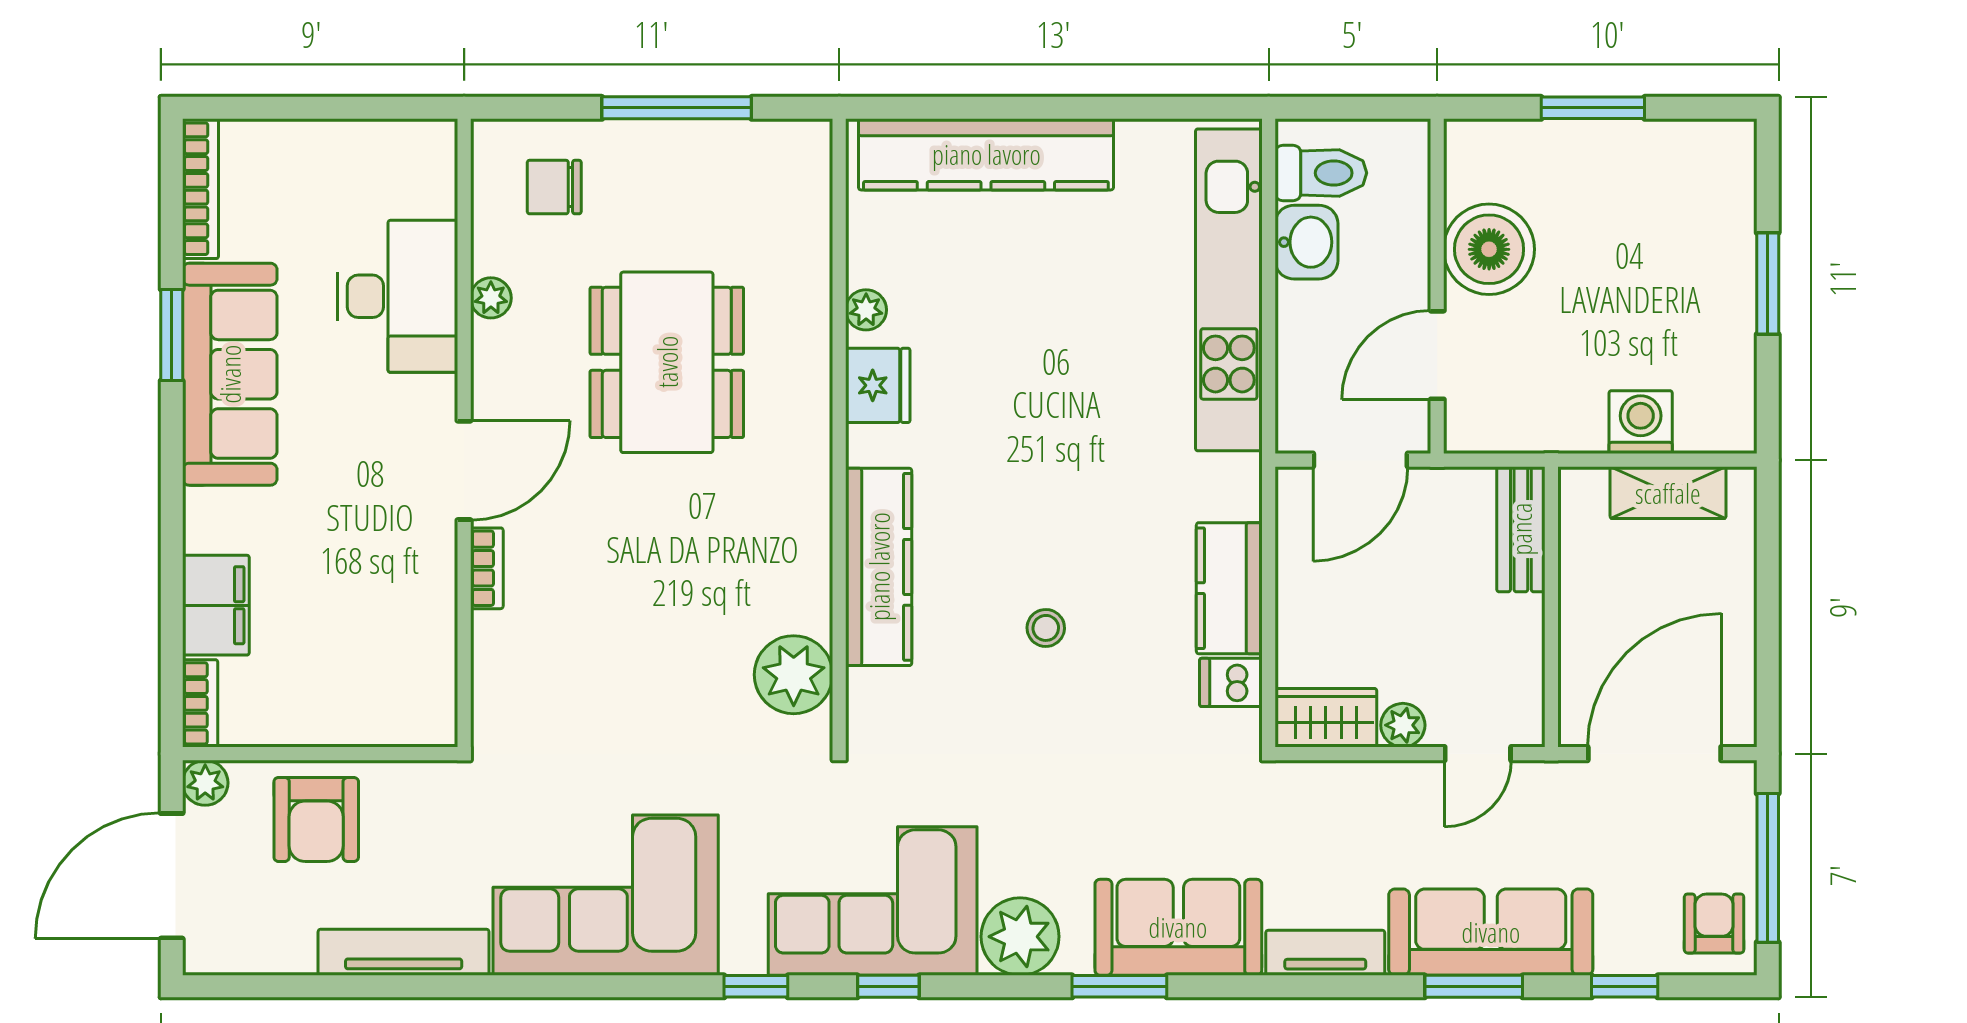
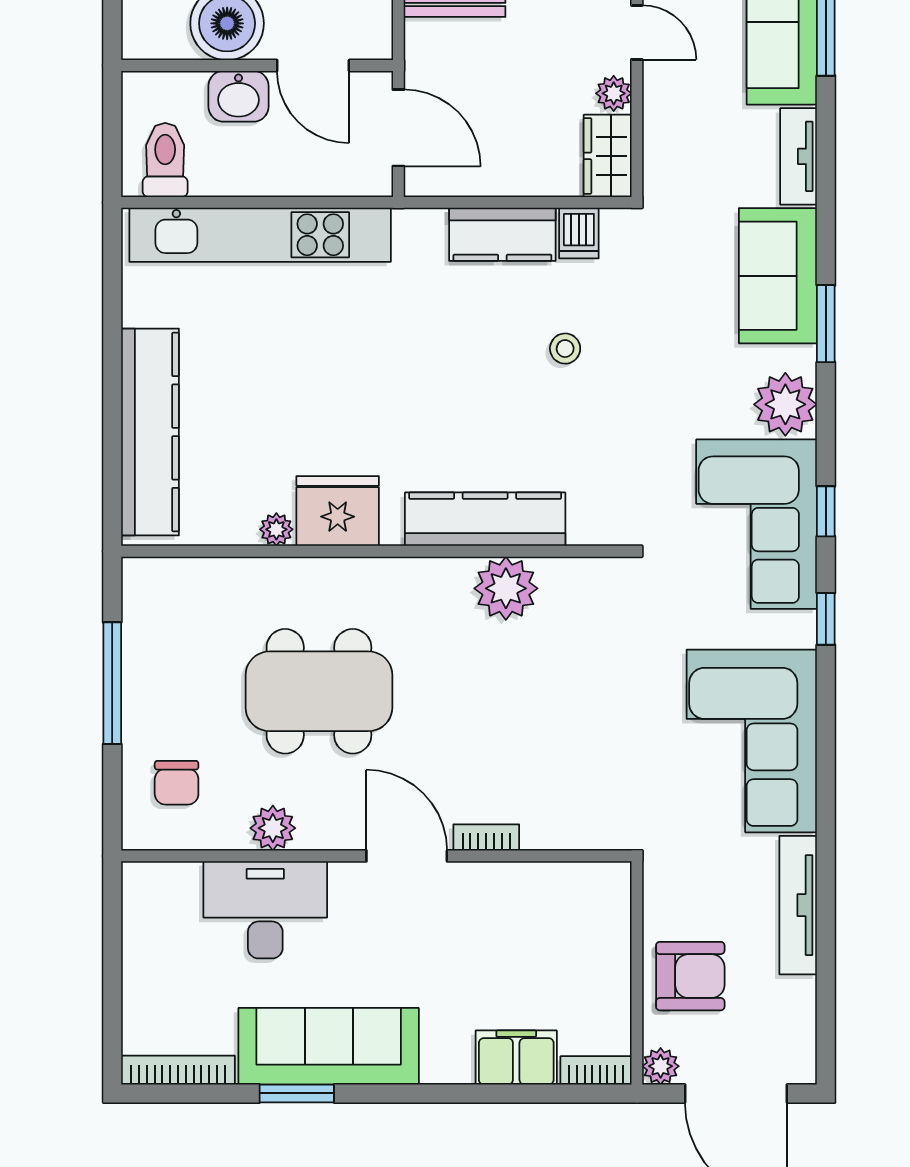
washbasin: (1306, 242) -> (238, 96), moved, turned 180
plant: (491, 298) -> (273, 828), width x1.38, depth x1.38
fridge: (878, 385) -> (338, 511), width x1.36, depth x1.34
stool: (1046, 628) -> (565, 349), moved
plant: (794, 675) -> (506, 588), moved

